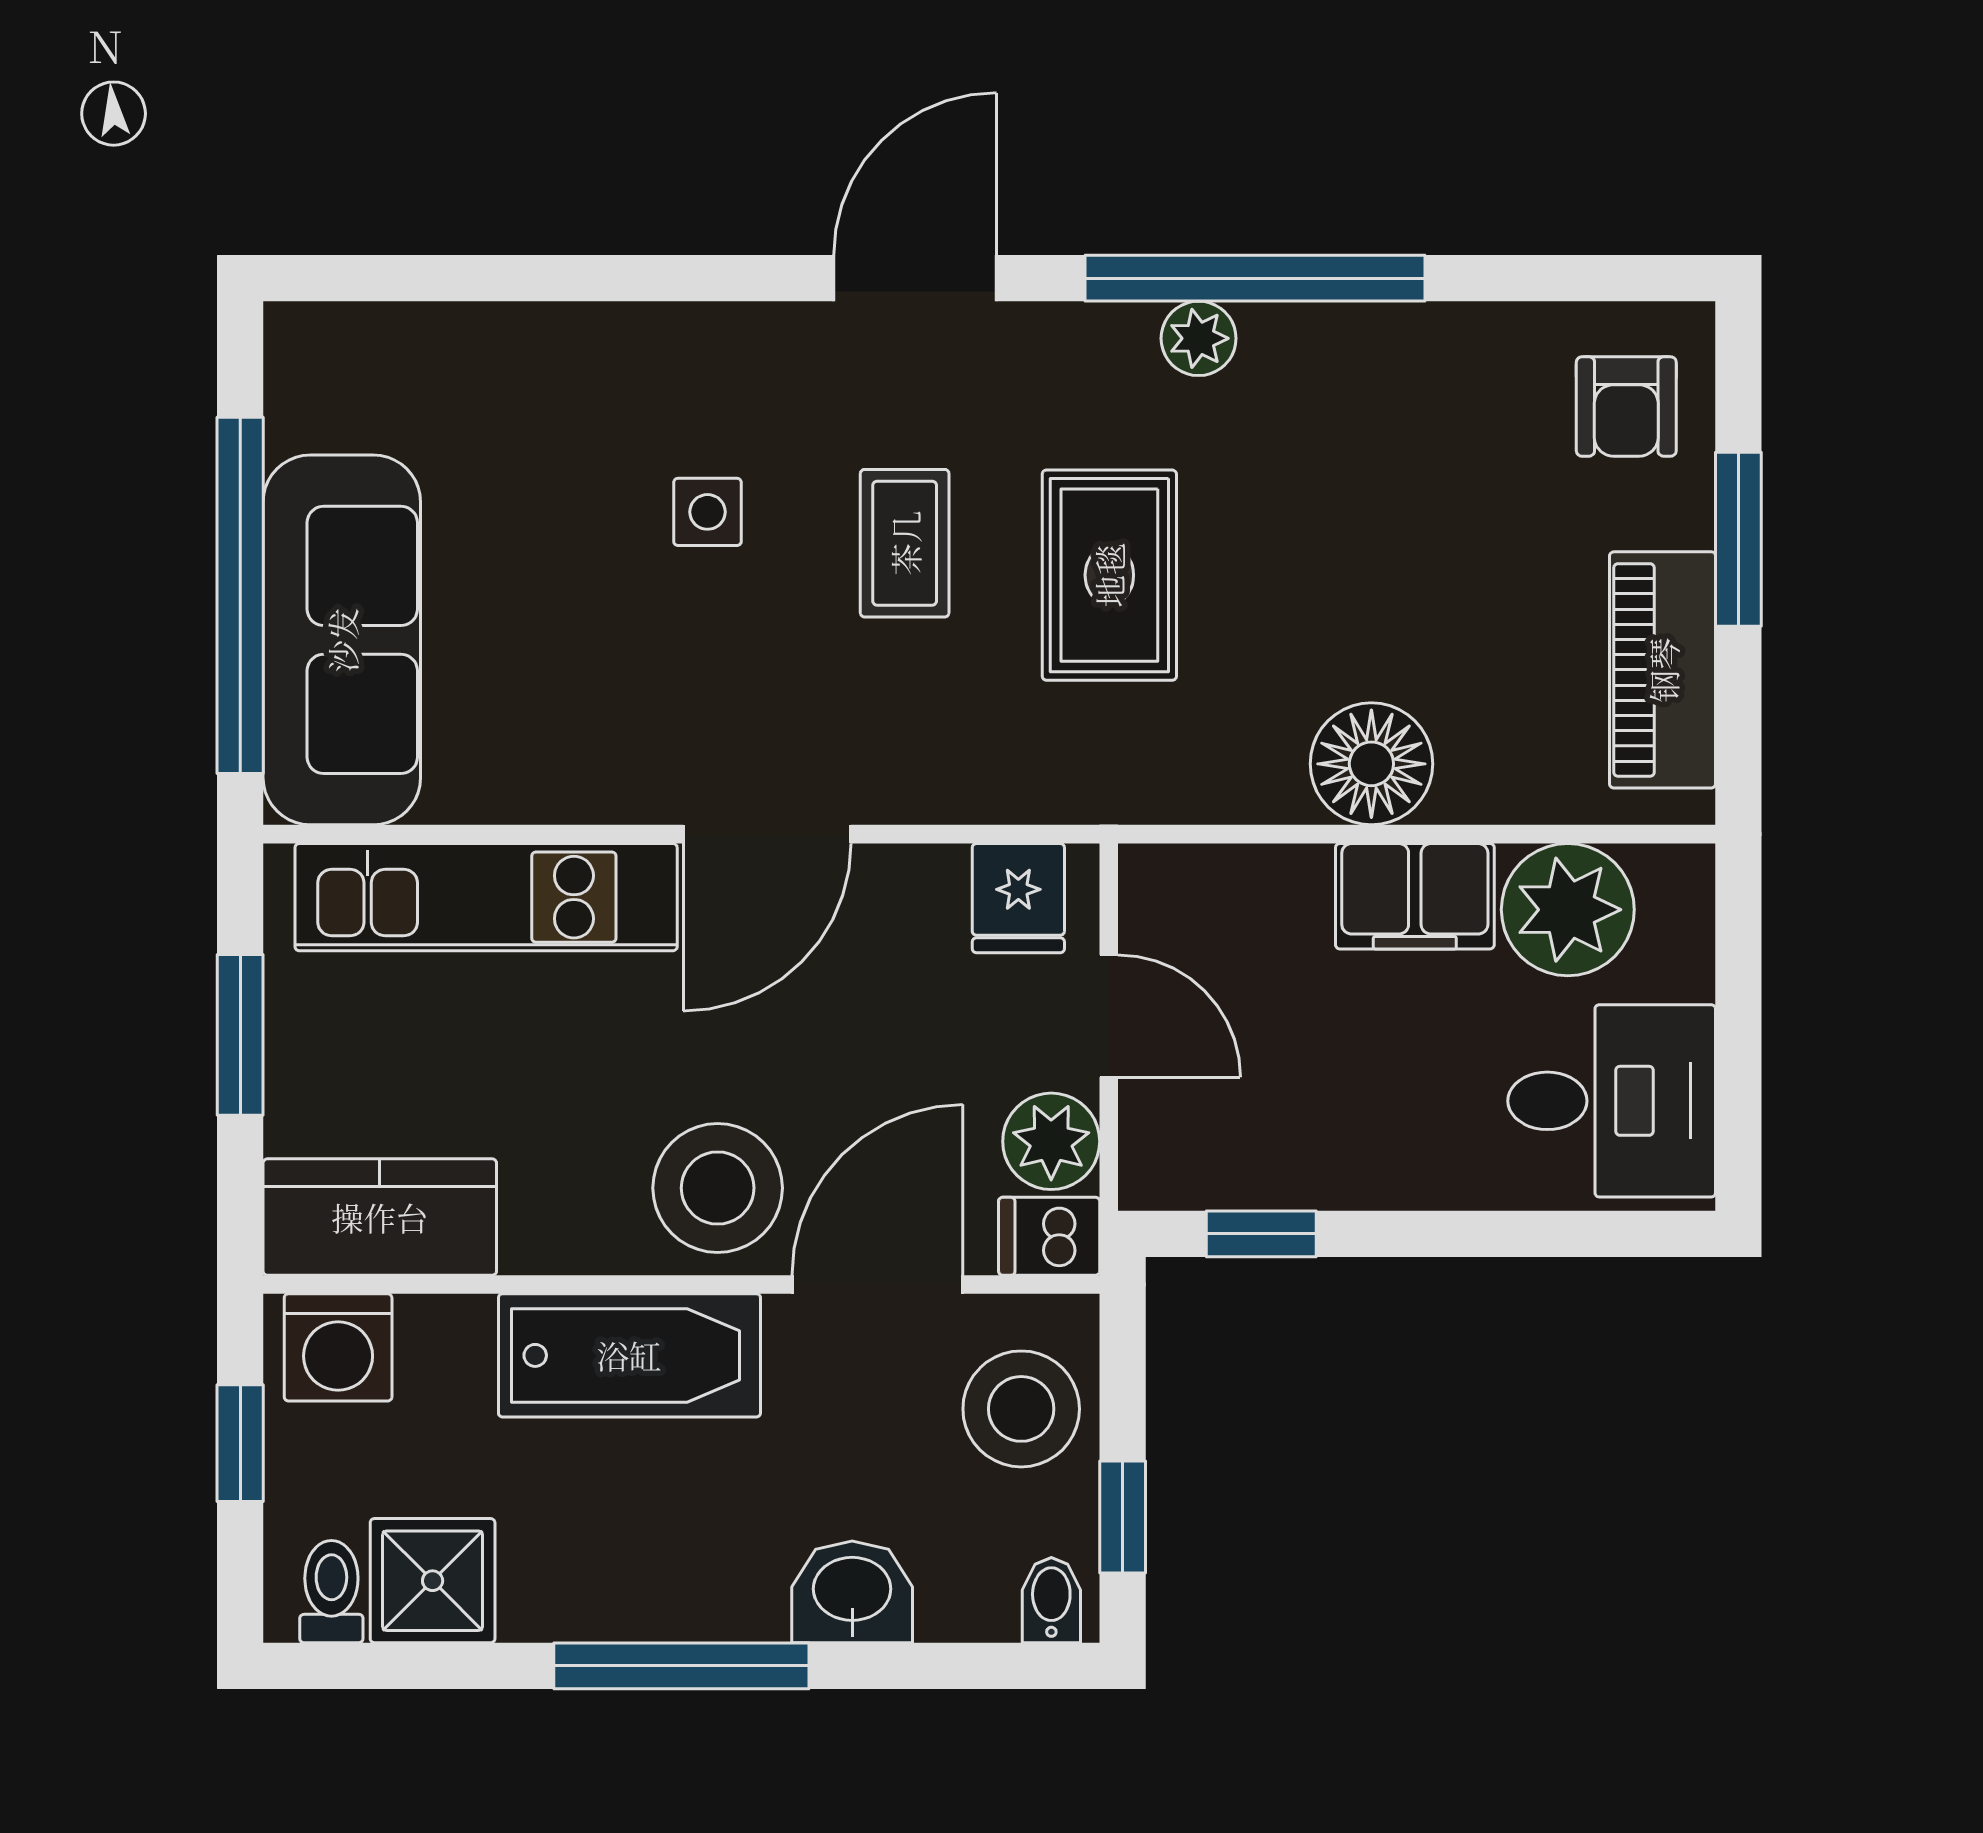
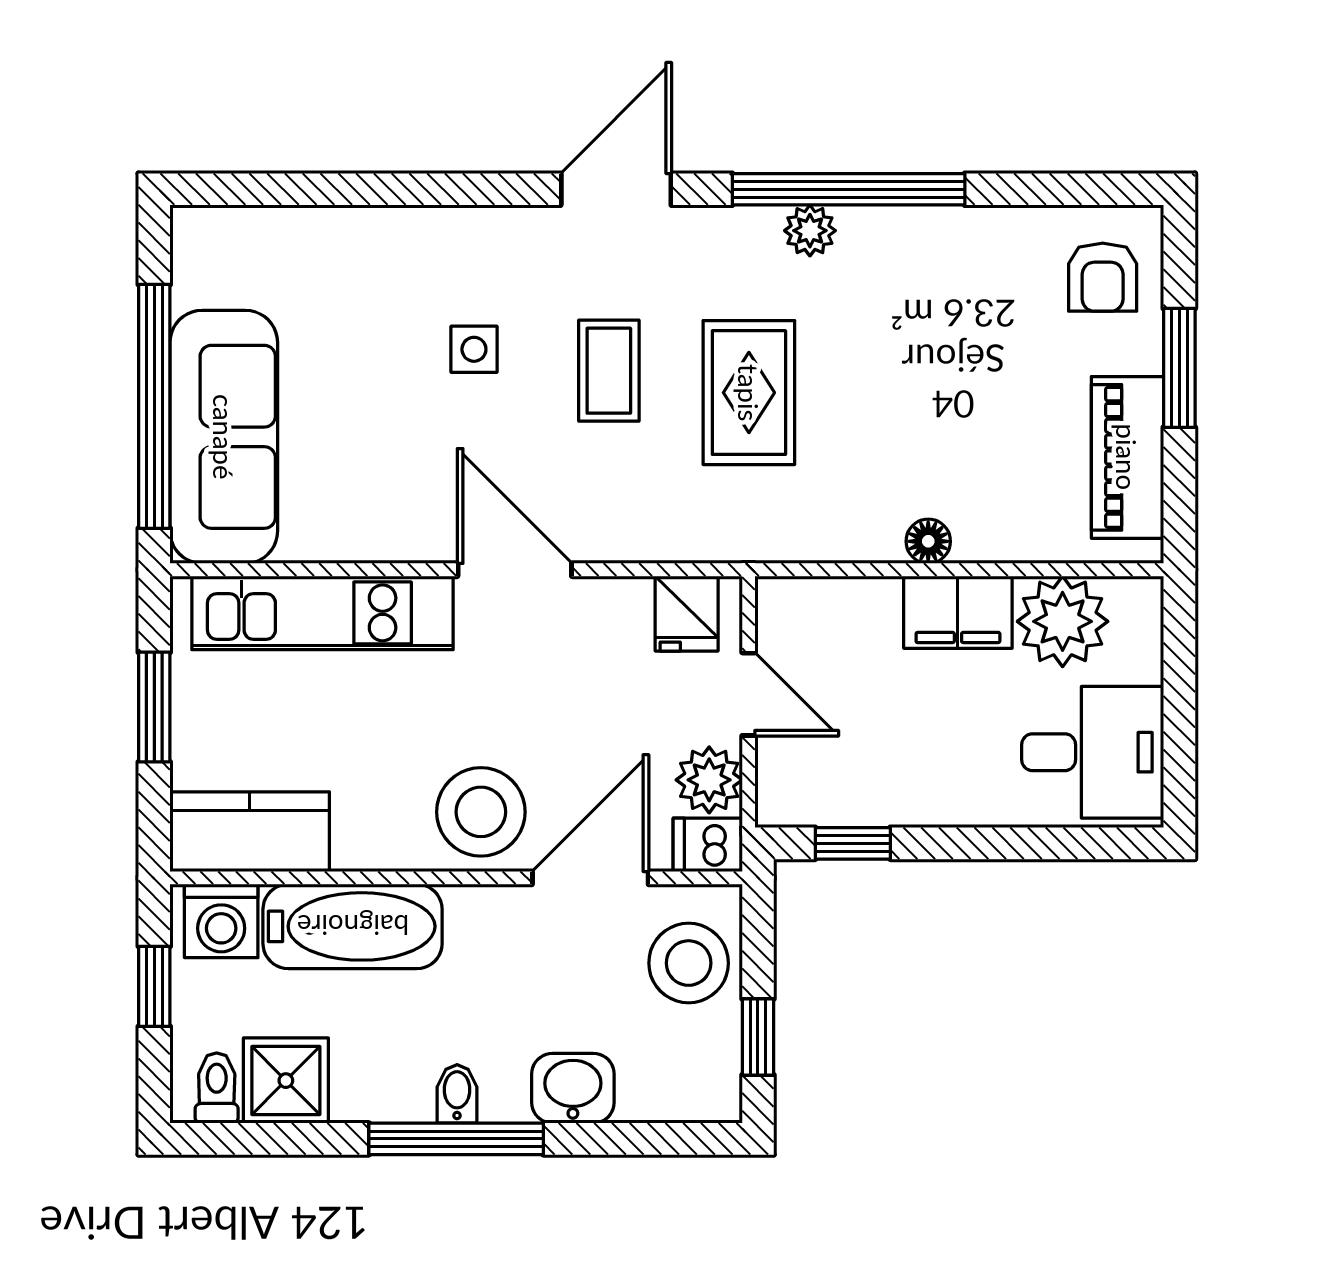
floor lamp: (1371, 764) -> (928, 541), width x0.53, depth x0.53
door: (767, 834) -> (515, 570), swing flipped
bathtub: (629, 1355) -> (353, 926), moved
bidet: (1051, 1600) -> (457, 1094), moved

